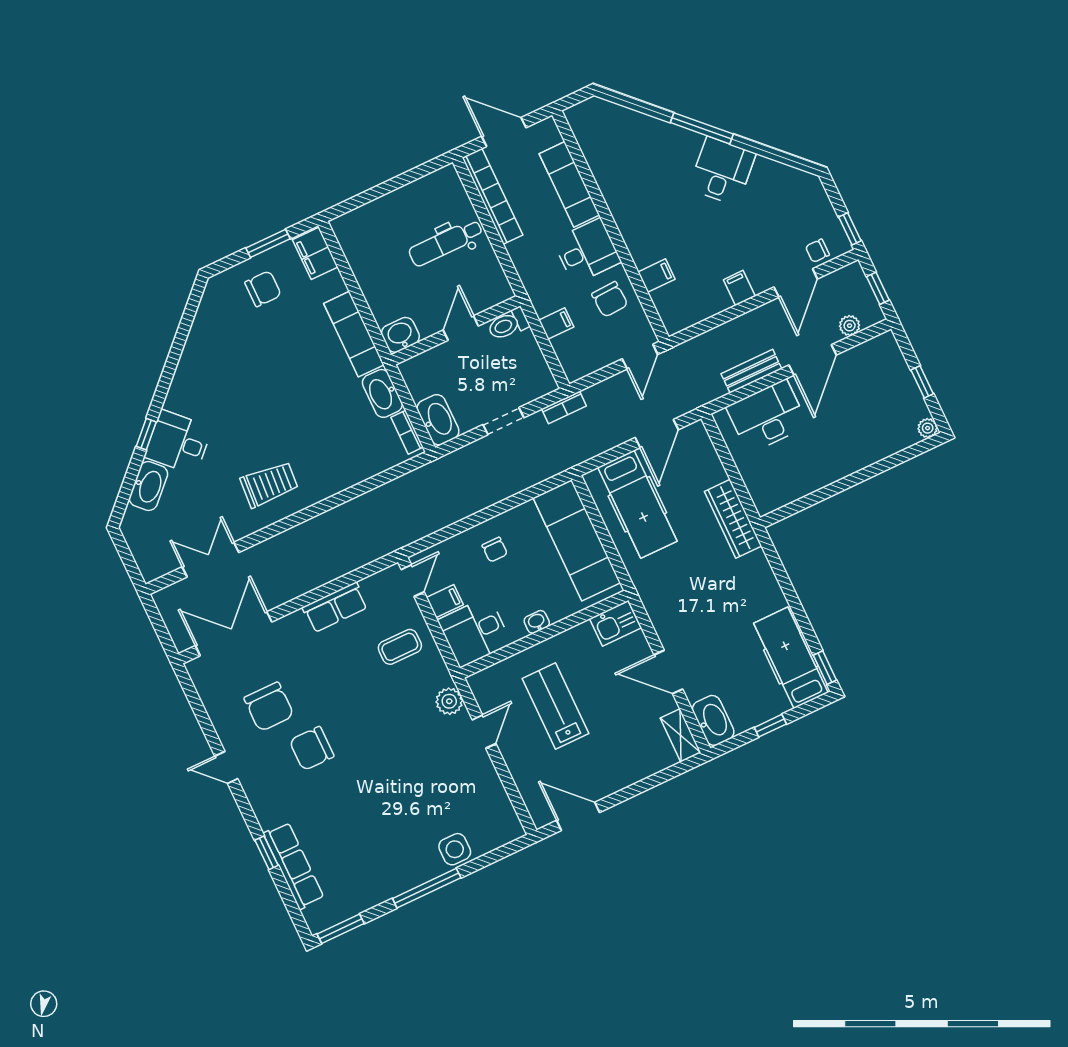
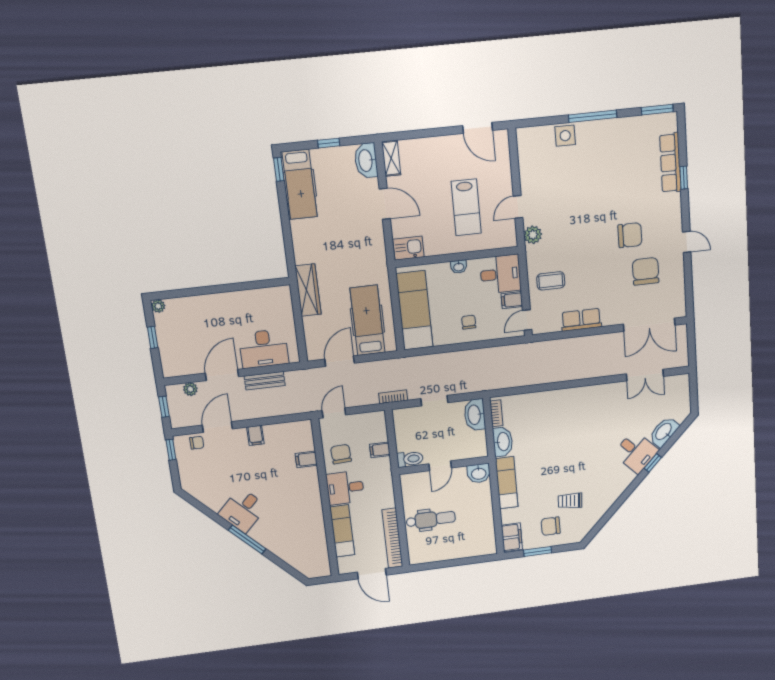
trolley: (269, 484) -> (570, 501), moved, width x0.73, depth x0.72

